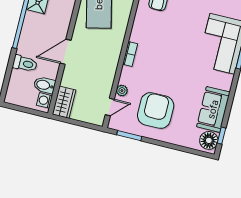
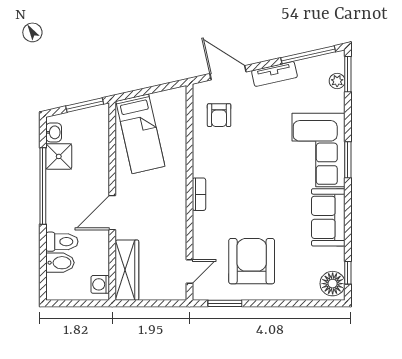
bidet: (45, 85) -> (60, 263), moved, turned 180
plant: (122, 91) -> (200, 246), removed
wardrobe: (64, 102) -> (127, 270), width x1.50
sofa: (213, 109) -> (328, 217), moved

